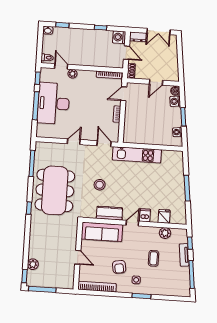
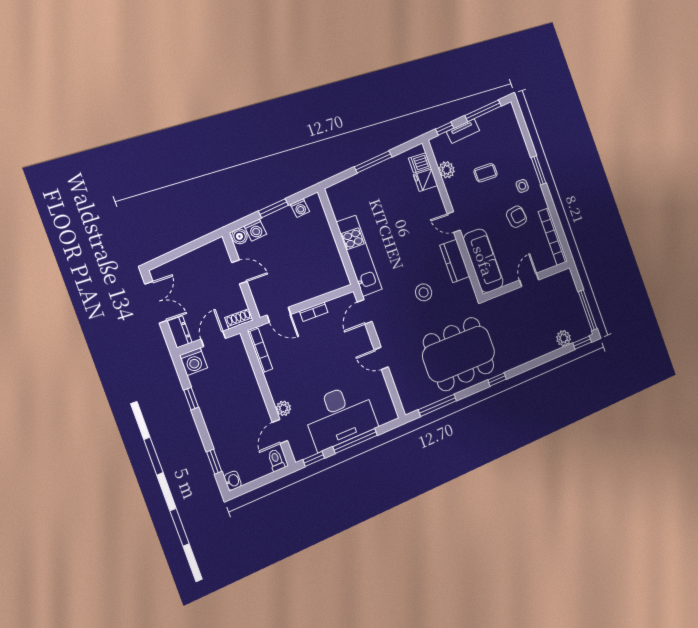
dishwasher: (145, 215) -> (420, 163), moved

